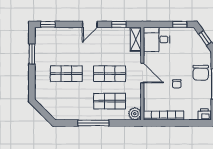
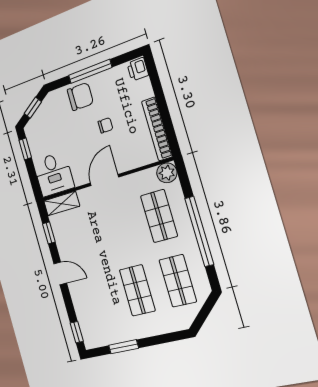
shop shelf: (110, 74) -> (178, 281), moved
window: (93, 123) -> (199, 231), width x1.46

